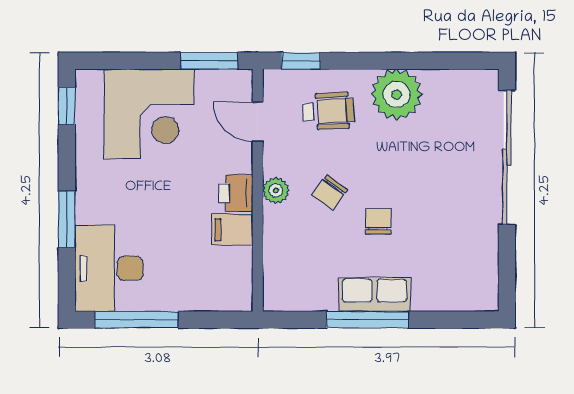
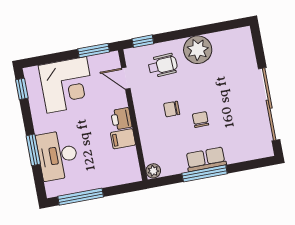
sliding door: (507, 157) -> (269, 104), moved
plant: (276, 190) -> (153, 171), moved
chair: (330, 193) -> (172, 109), turned 54
desk: (109, 268) -> (58, 155), moved

